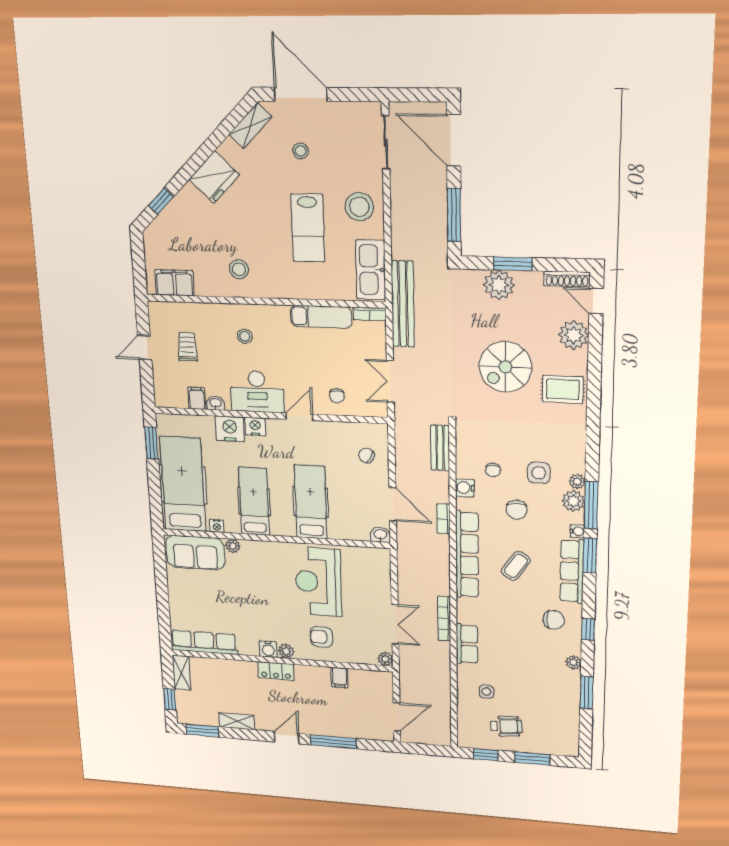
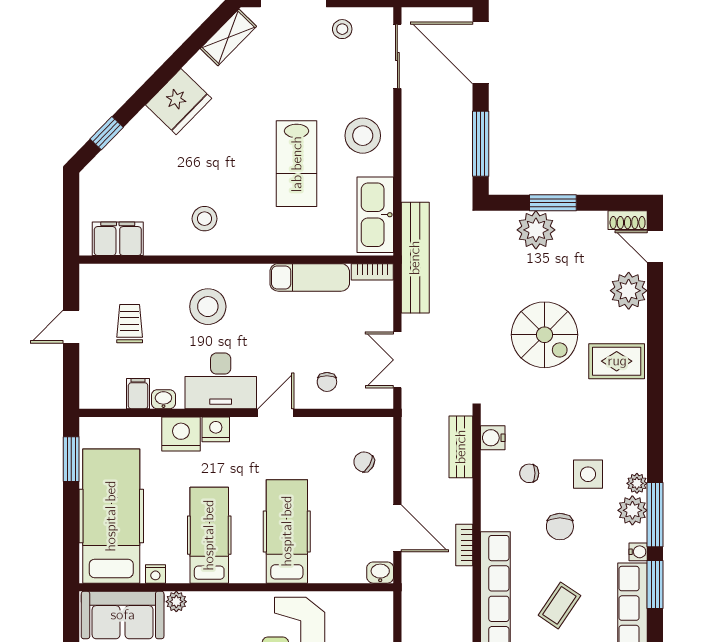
stool: (301, 151) -> (342, 29), moved
shoe rack: (567, 279) -> (628, 220), width x0.70
stool: (245, 336) -> (208, 307), width x1.89, depth x1.89
spiral stairs: (505, 367) -> (545, 335), turned -90
chair: (493, 470) -> (529, 473), turned 90
water cooler: (465, 488) -> (493, 438), moved

